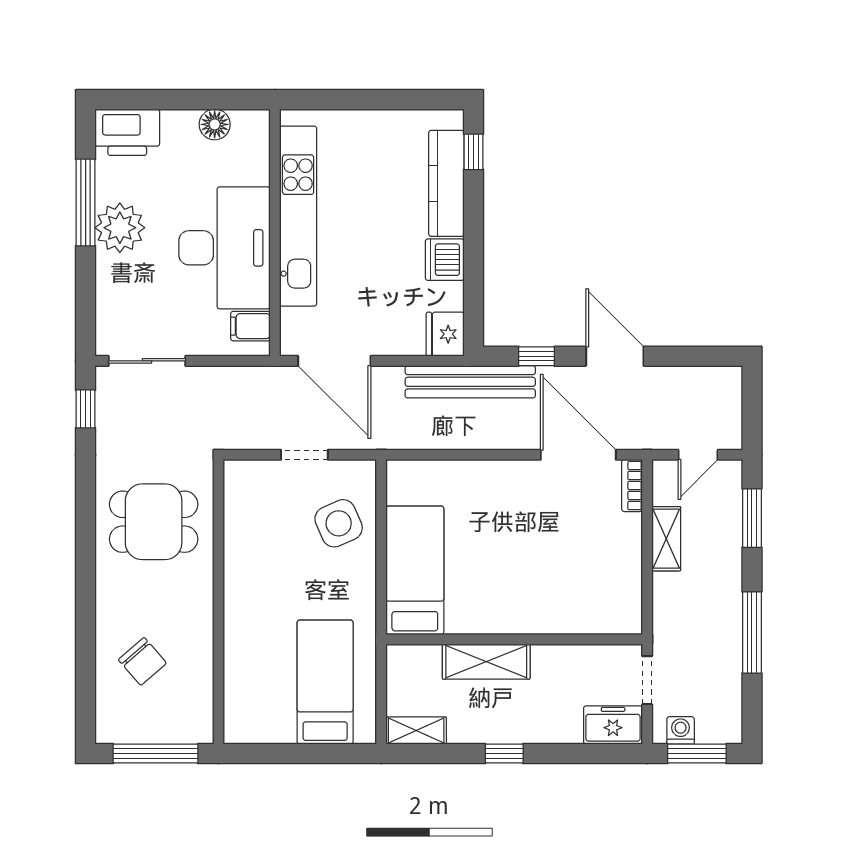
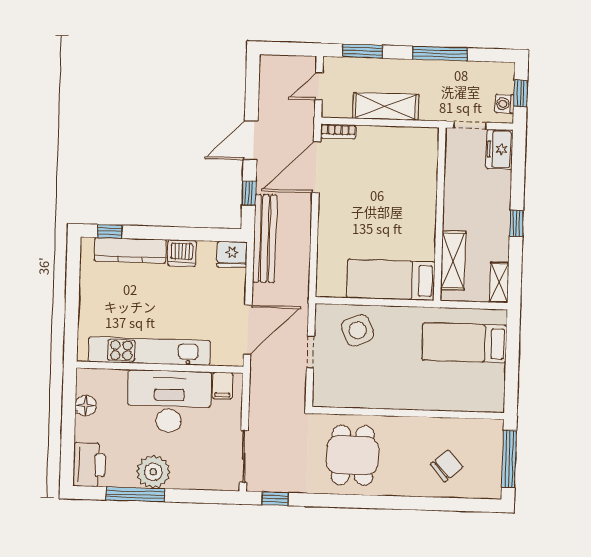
door: (698, 455) -> (319, 86), swing flipped
shelving: (666, 539) -> (386, 106), width x1.50, depth x1.33
shelving: (486, 662) -> (453, 260), moved
window: (697, 754) -> (521, 93), width x0.67

